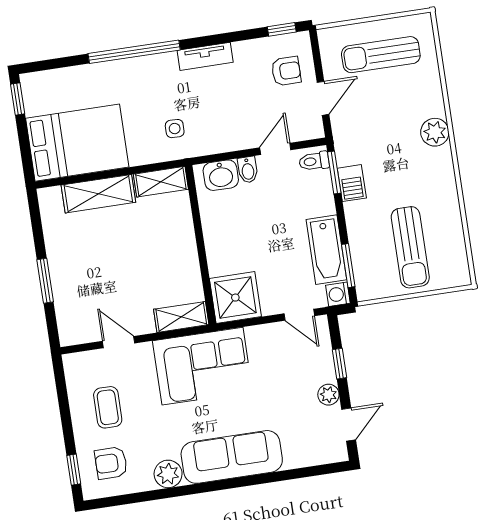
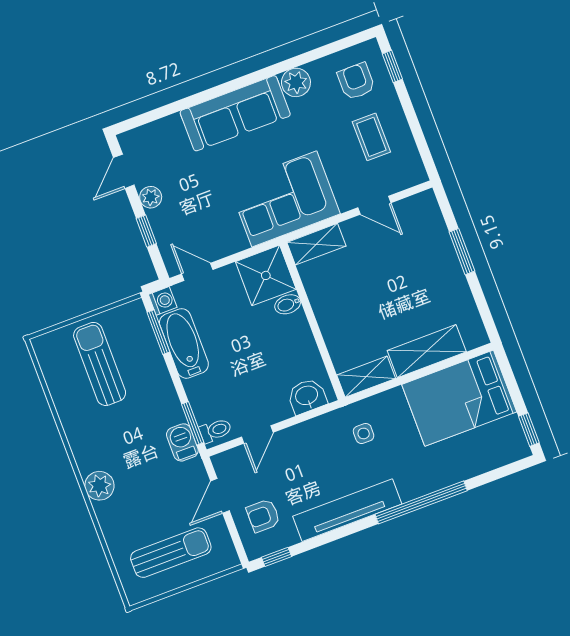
tv unit: (205, 56) -> (347, 510), width x1.92, depth x1.29
bidet: (248, 170) -> (288, 304), moved, turned -90
barbecue: (352, 183) -> (182, 442), moved
armchair: (111, 463) -> (356, 81), turned -90

